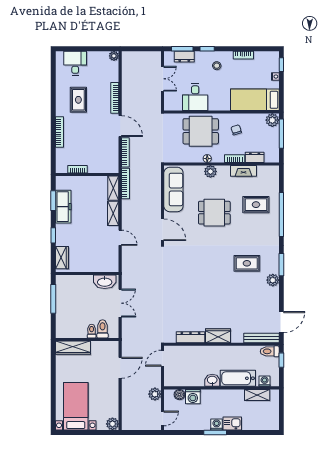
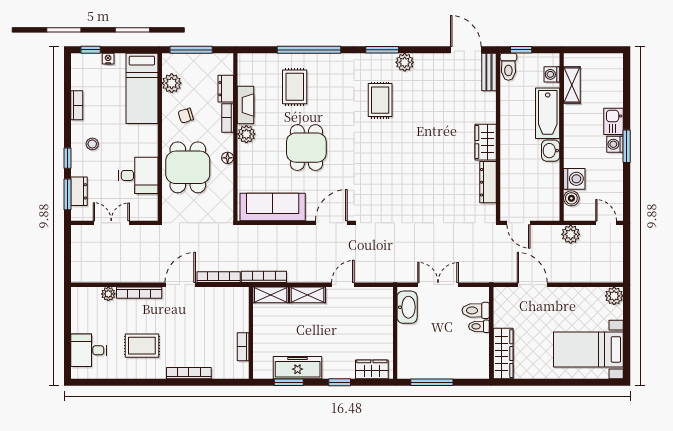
plant: (114, 56) -> (108, 294), moved
plant: (272, 120) -> (172, 83), moved
plant: (210, 171) -> (246, 134), moved
bench: (261, 338) -> (489, 72), width x0.73

